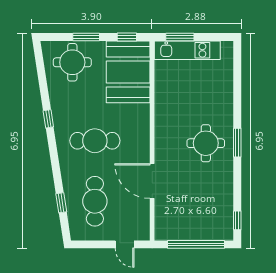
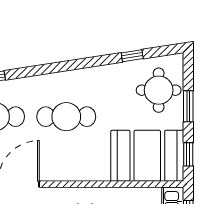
window: (48, 119) -> (132, 56), moved
cafe table: (95, 141) -> (66, 117), turned 90

